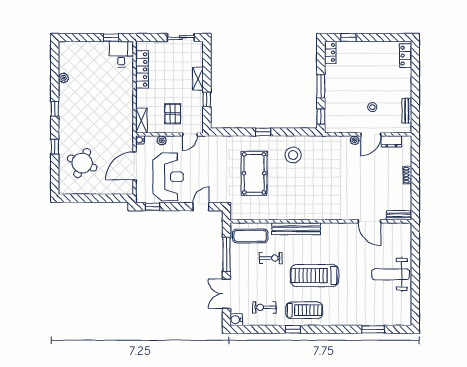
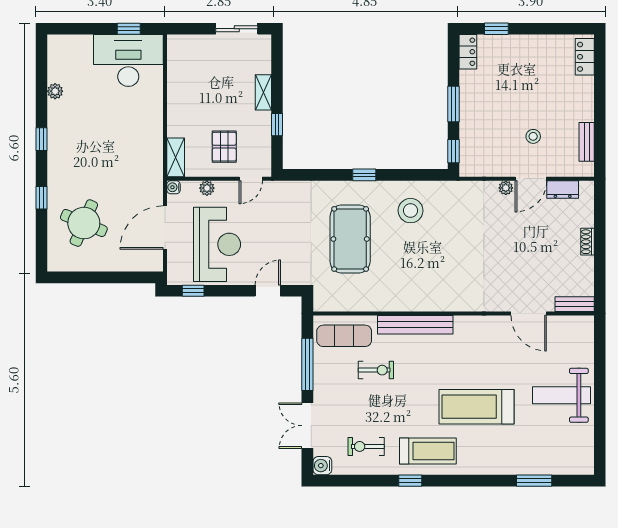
desk: (121, 54) -> (128, 60), width x1.87, depth x1.30
locker: (142, 69) -> (177, 78), removed
treadmill: (314, 275) -> (477, 407), moved

